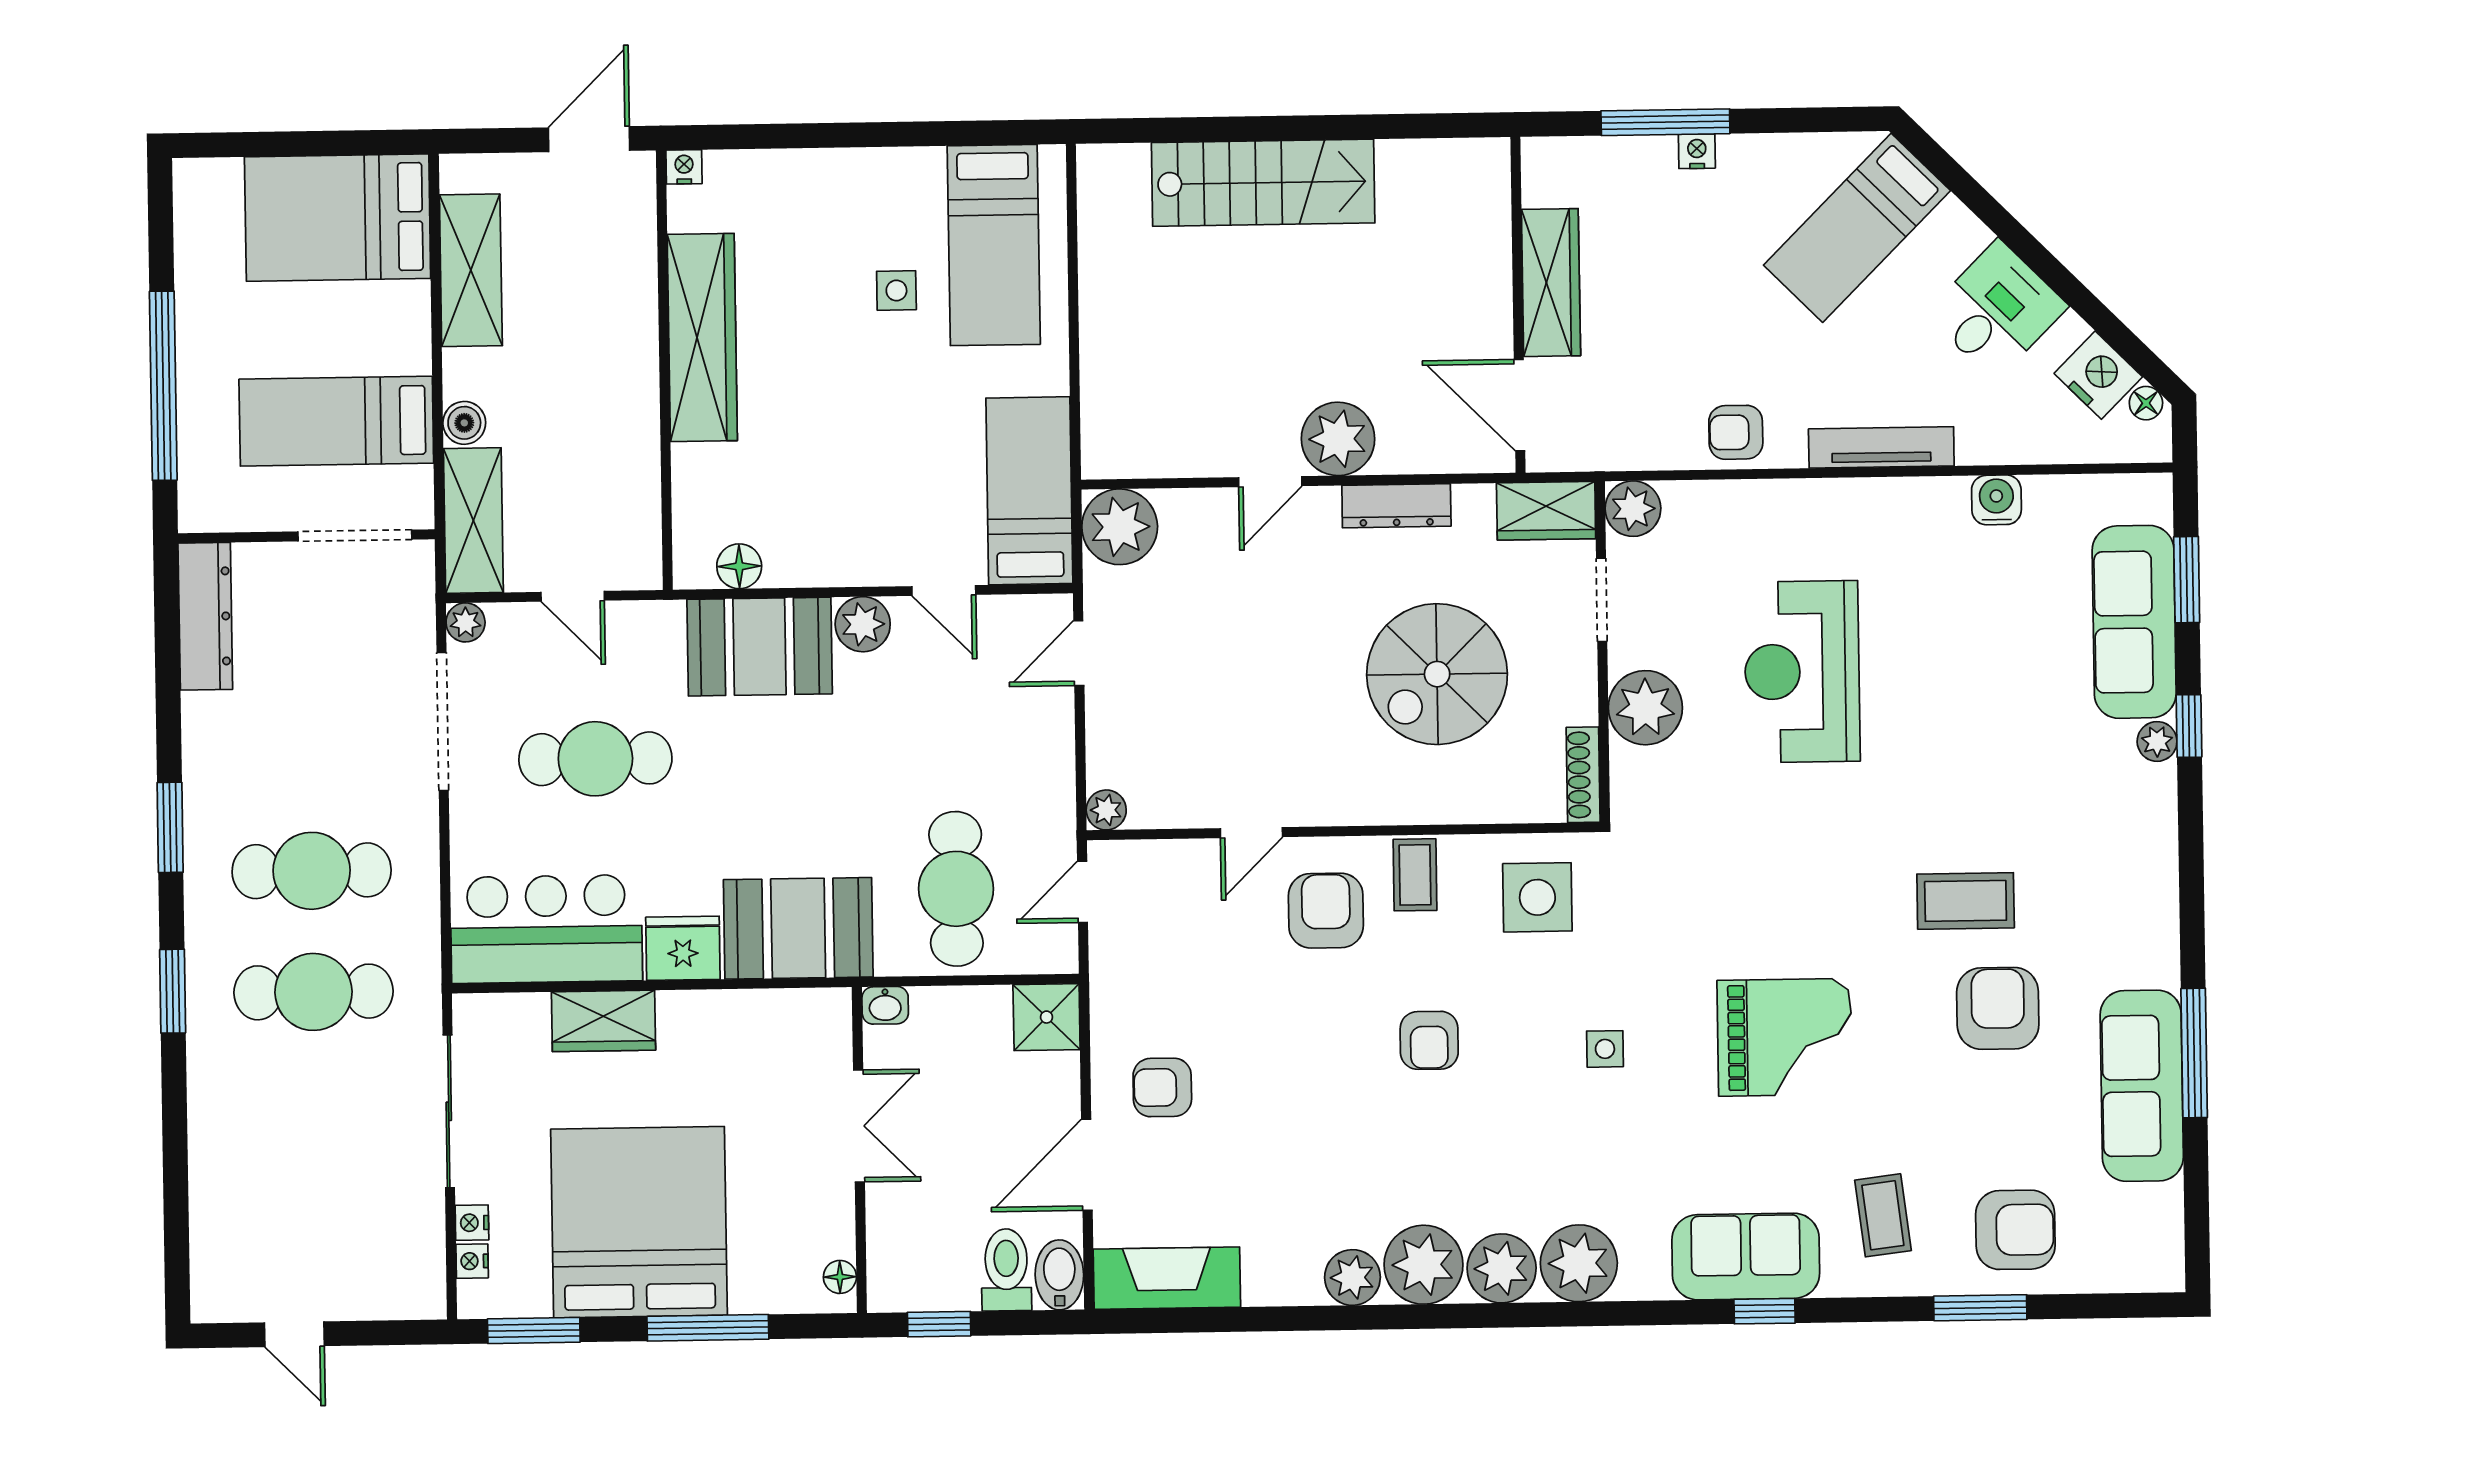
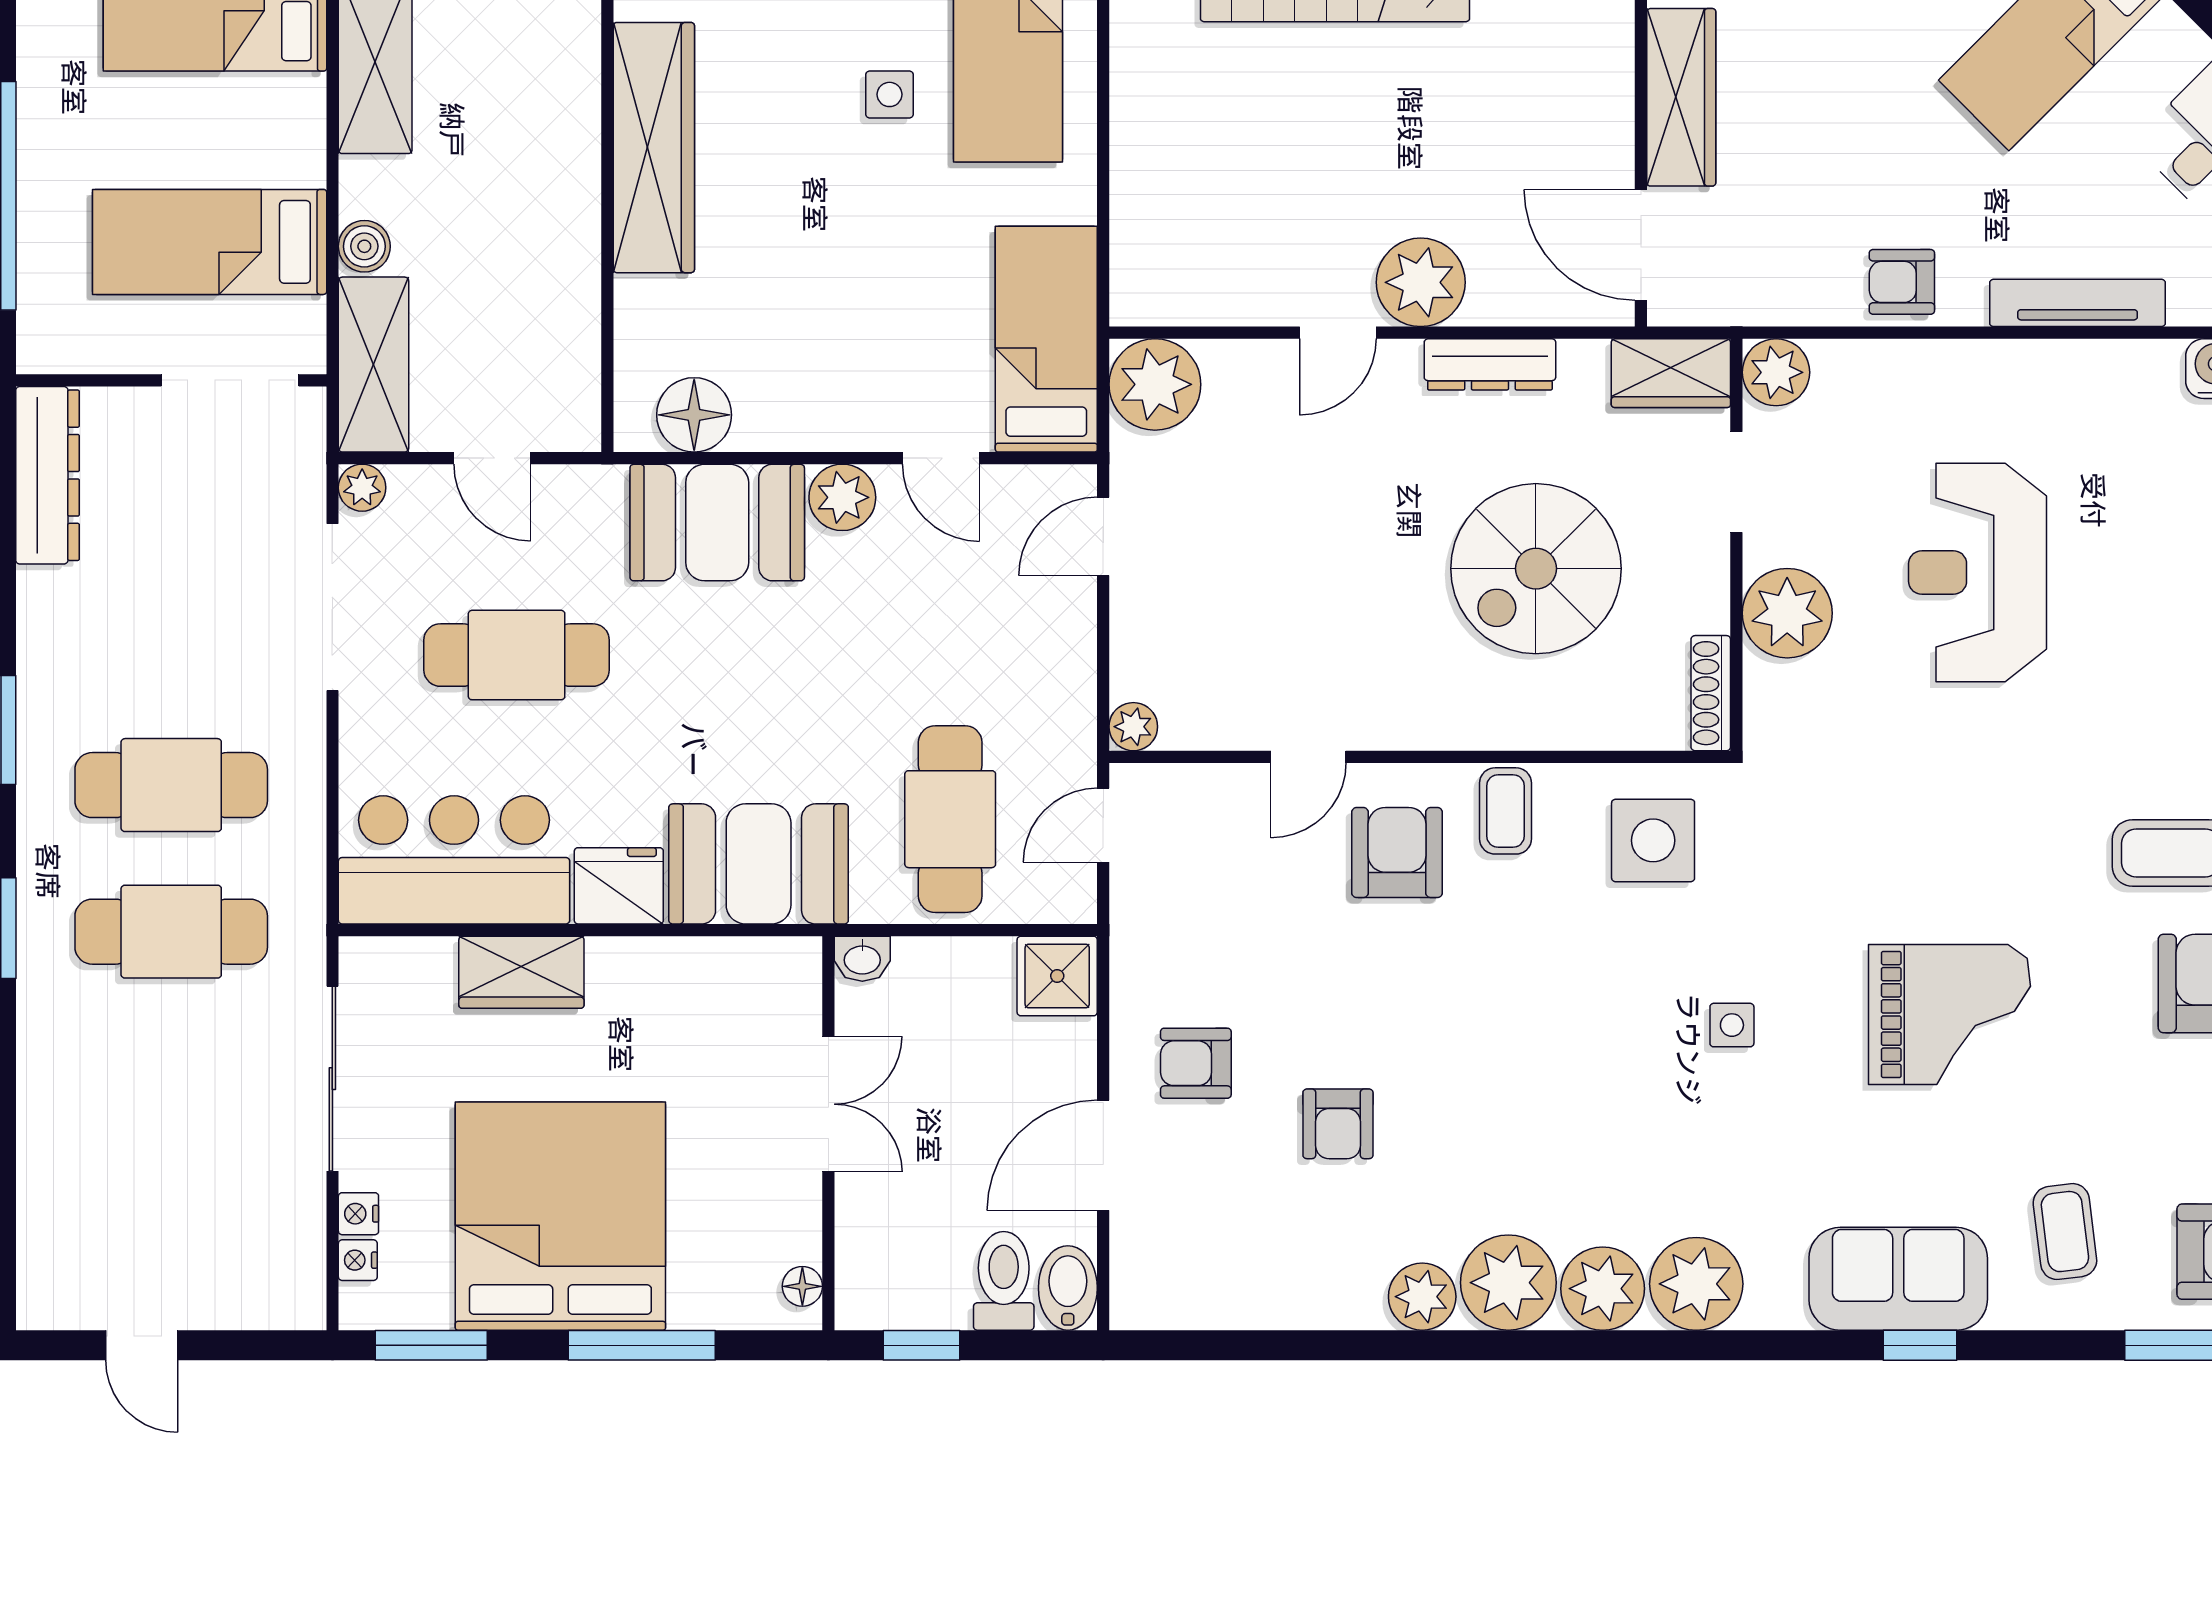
floor lamp: (739, 566) -> (694, 415), width x1.38, depth x1.38
armchair: (1429, 1040) -> (1338, 1124), moved
fireplace: (1167, 1278) -> (1198, 1294), removed

